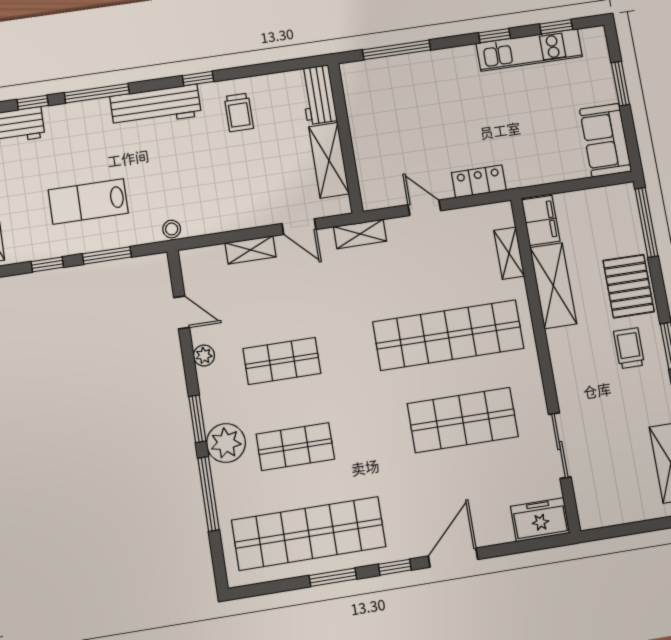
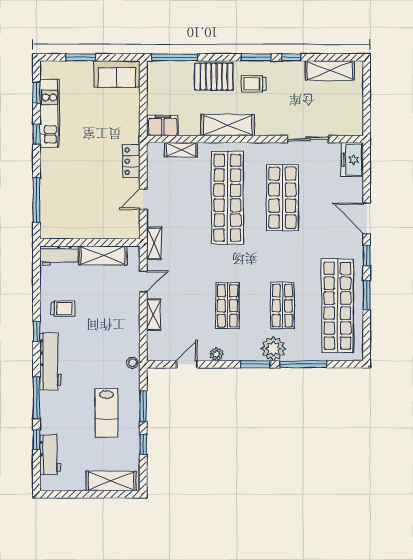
shelving: (553, 286) -> (228, 125), moved

